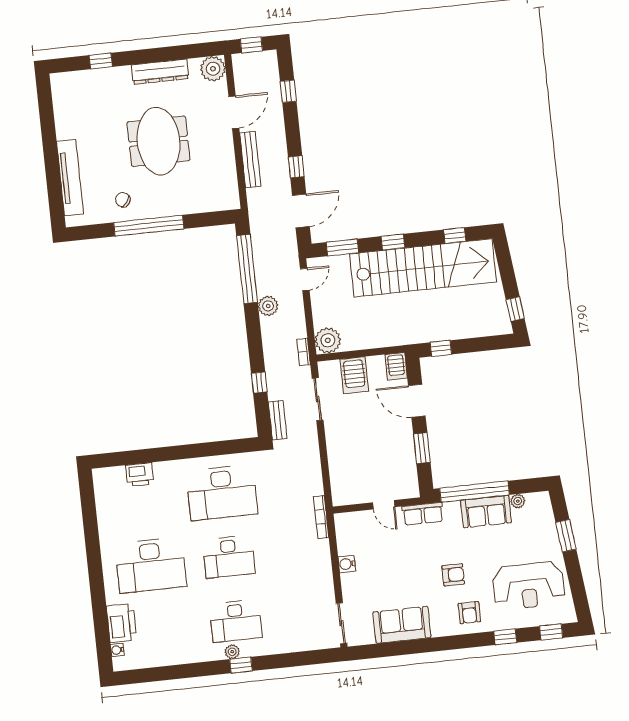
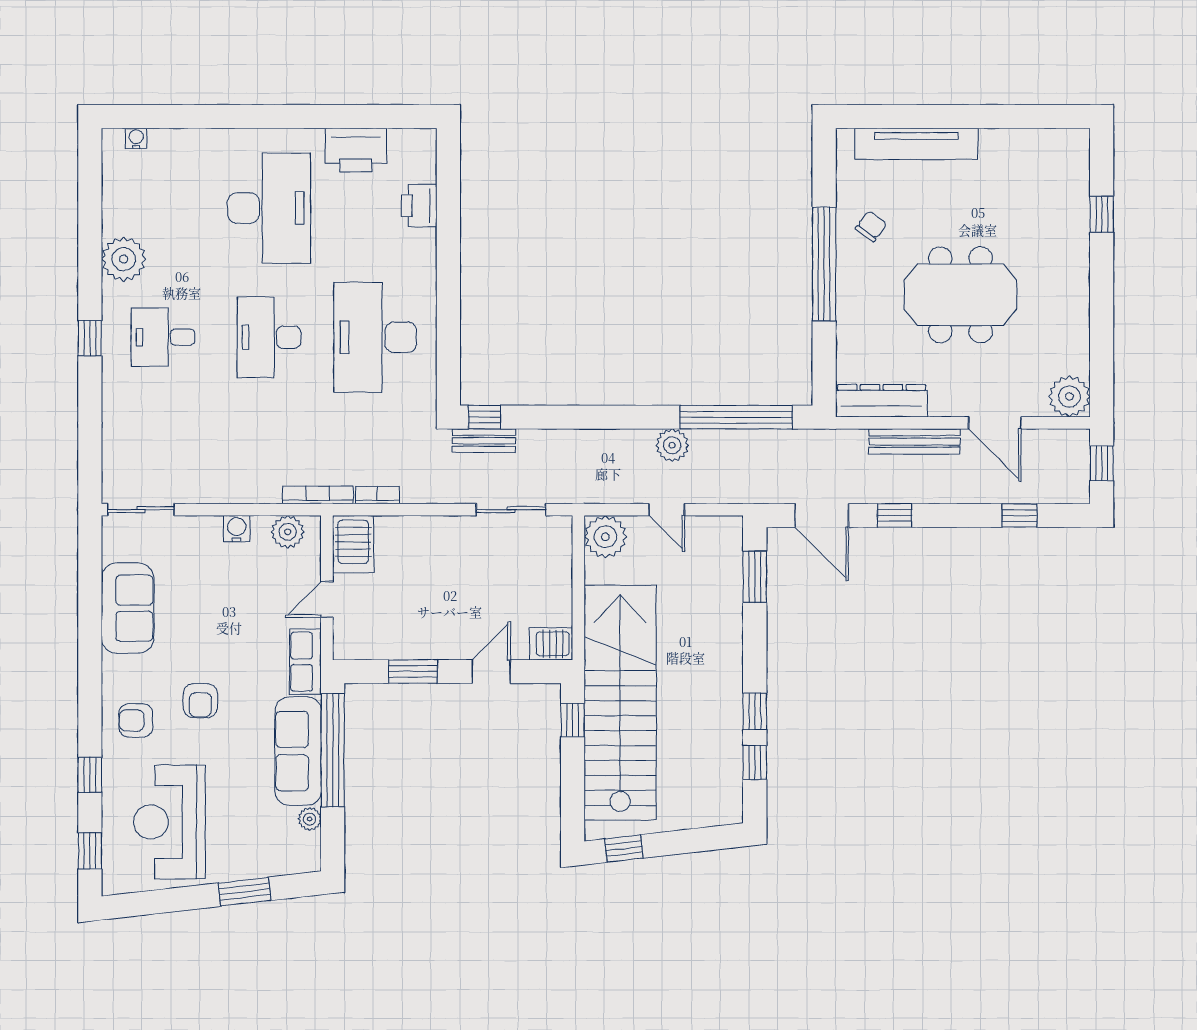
dresser: (160, 72) -> (882, 401), moved, turned 90
window: (393, 242) -> (755, 711), moved
stairs: (423, 268) -> (620, 703), moved, turned 180
door: (305, 279) -> (667, 510), moved
bookcase: (304, 352) -> (377, 495), moved
server rack: (354, 375) -> (353, 544), moved, turned -90
window: (259, 383) -> (484, 417), moved
door: (417, 401) -> (491, 672), width x0.73
sofa: (486, 511) -> (298, 751), width x1.36
plant: (345, 533) -> (288, 532), added
desk: (151, 565) -> (269, 208), turned 180
desk: (236, 621) -> (163, 337), width x0.73
printer: (121, 623) -> (356, 150), moved
plant: (232, 652) -> (124, 259), moved, width x1.87, depth x1.87

